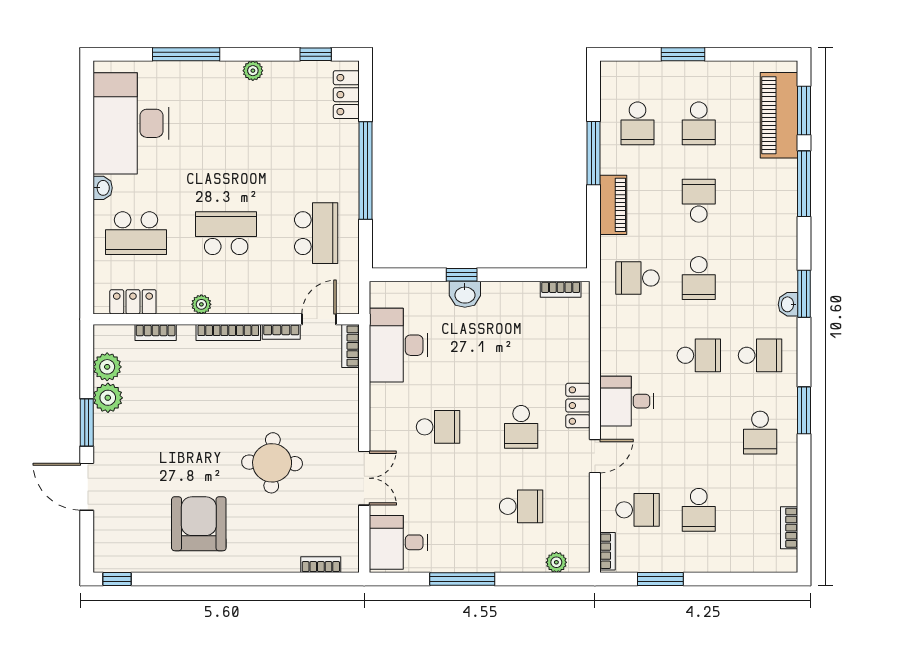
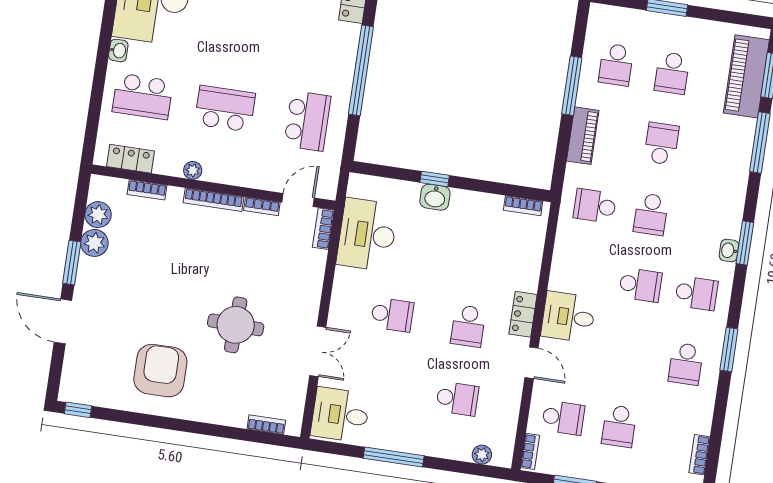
door: (595, 456) -> (532, 363), hinge flipped

